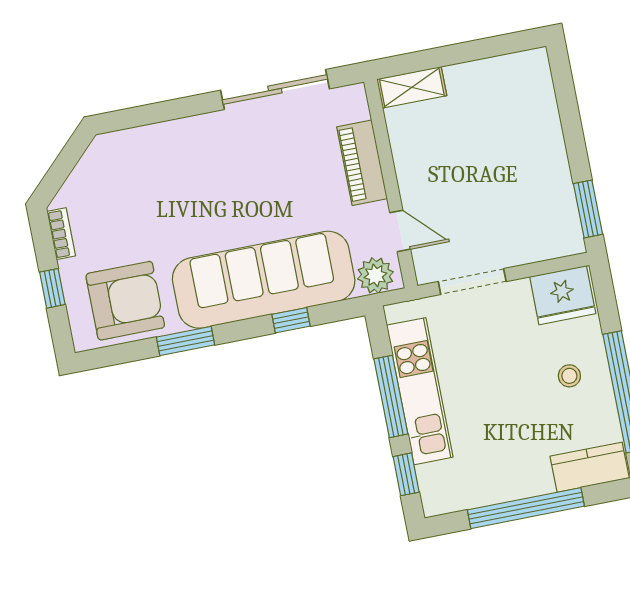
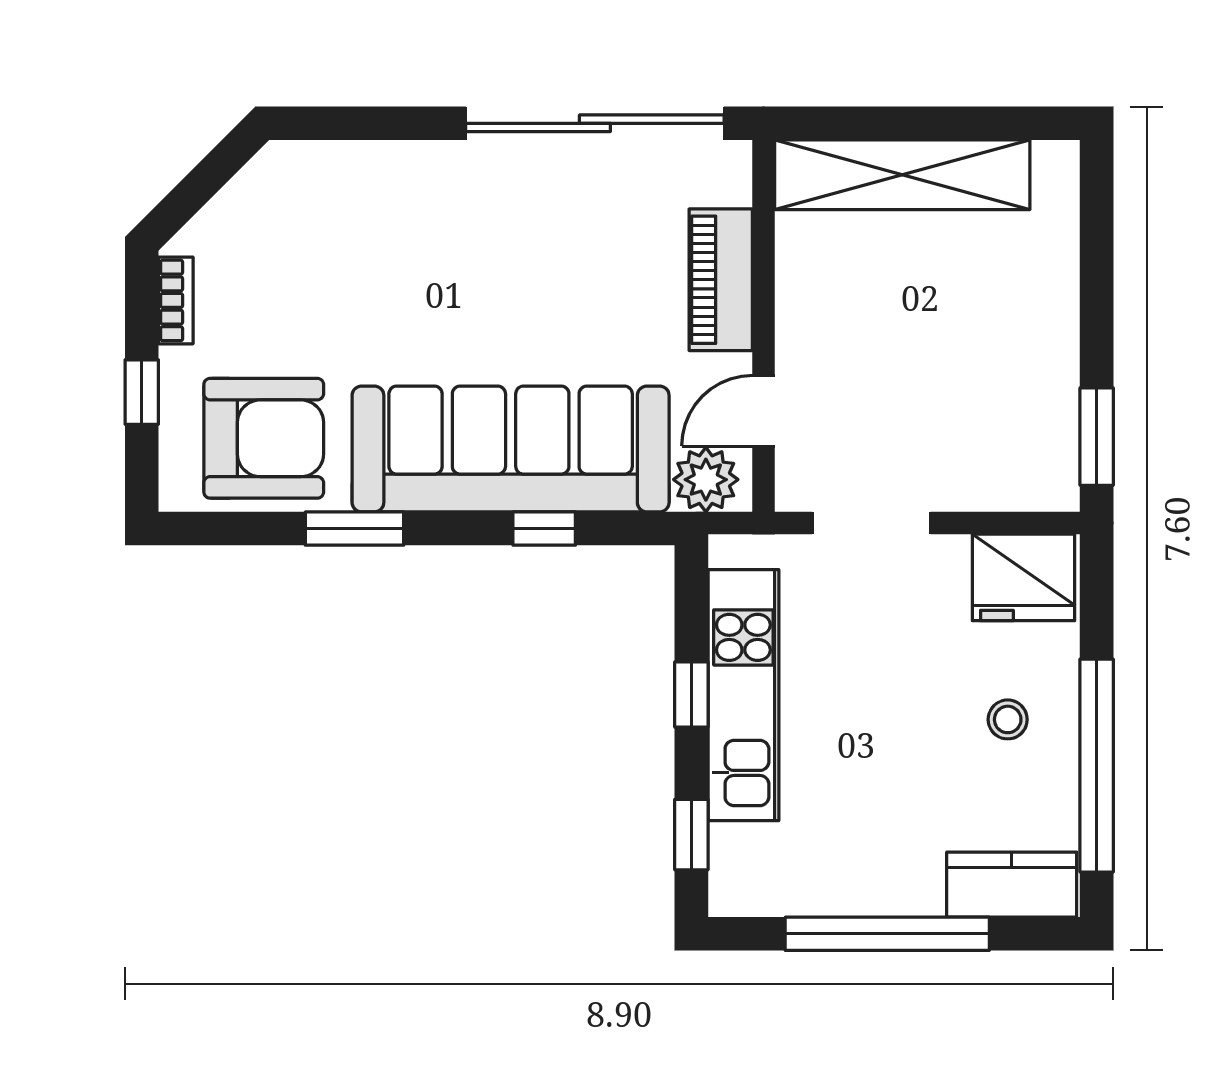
shelving: (412, 87) -> (902, 175), width x2.20, depth x1.33
sliding door: (275, 90) -> (595, 123), width x1.36
door: (400, 231) -> (764, 411), swing flipped
window: (391, 396) -> (691, 694), width x0.46

